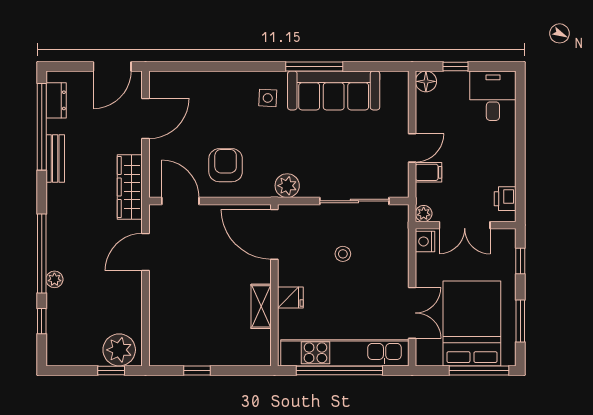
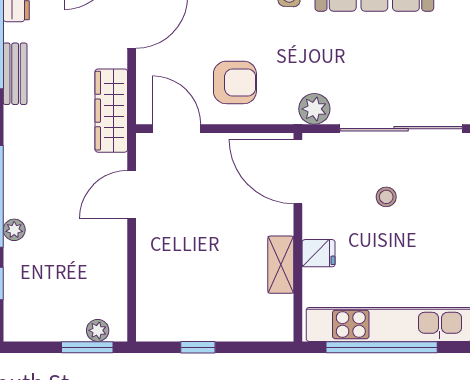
armchair: (226, 165) -> (235, 82), turned 90
sliding door: (354, 201) -> (401, 129), width x1.36
plant: (119, 350) -> (98, 330), width x0.53, depth x0.53
window: (111, 370) -> (87, 347), width x1.50

